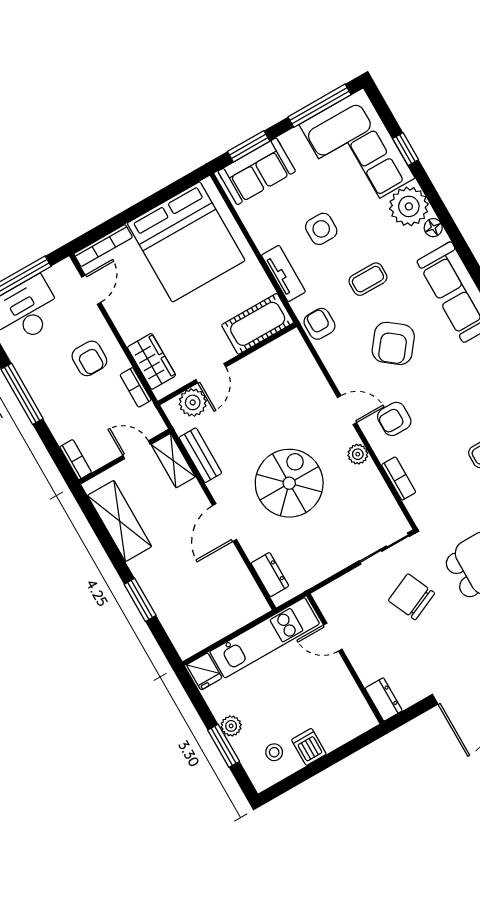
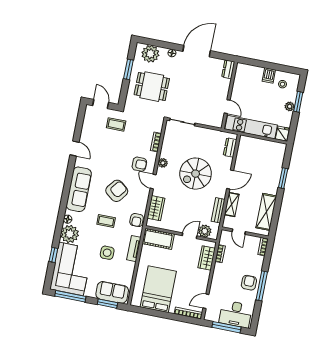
bed: (186, 242) -> (158, 289), width x0.73
armchair: (89, 358) -> (249, 283), moved
wardrobe: (305, 371) -> (156, 208), added
shelving: (173, 461) -> (232, 204), moved
chair: (411, 597) -> (187, 97), removed

